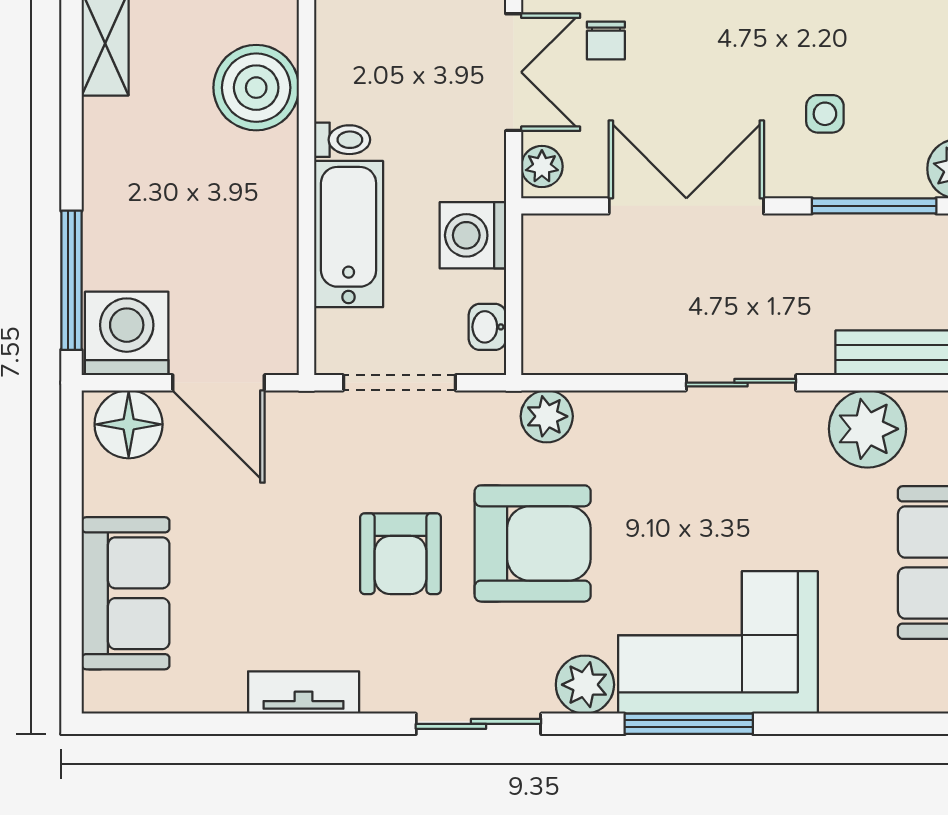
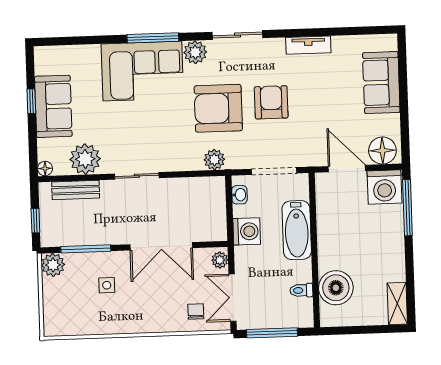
toilet: (342, 140) -> (301, 290), moved

